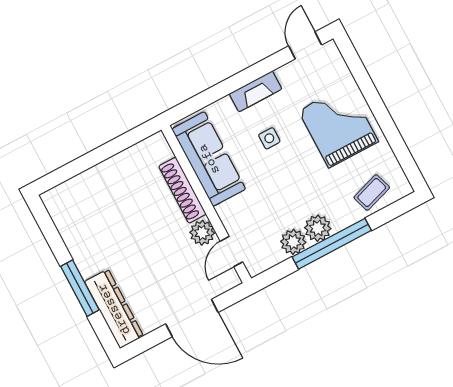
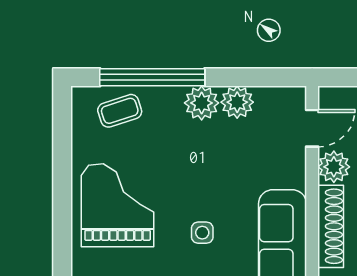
grand piano: (338, 126) -> (118, 205), turned 180
window: (332, 244) -> (152, 77), moved

